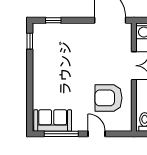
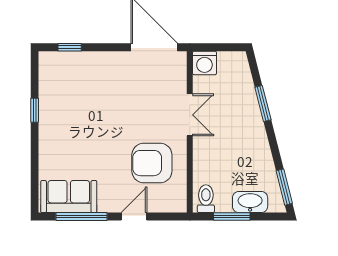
window: (30, 41) -> (35, 110), moved
door: (97, 134) -> (134, 217), hinge flipped

